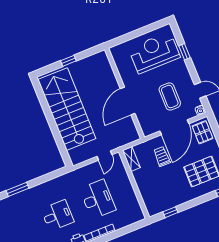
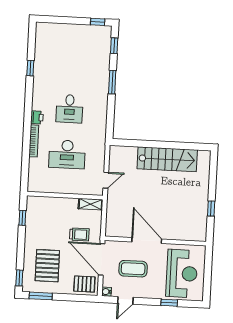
window: (68, 61) -> (211, 209), moved
wall: (125, 93) -> (155, 241), moved
door: (128, 101) -> (147, 240), moved
stairs: (67, 109) -> (167, 159), width x0.73, depth x0.66
door: (105, 155) -> (106, 180), swing flipped

